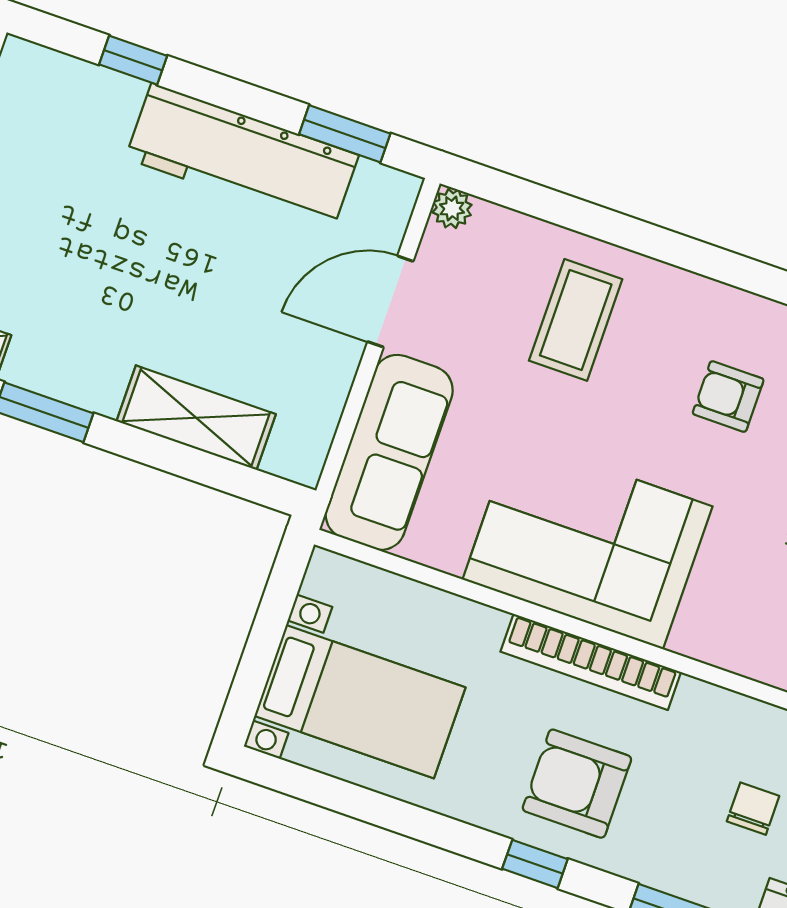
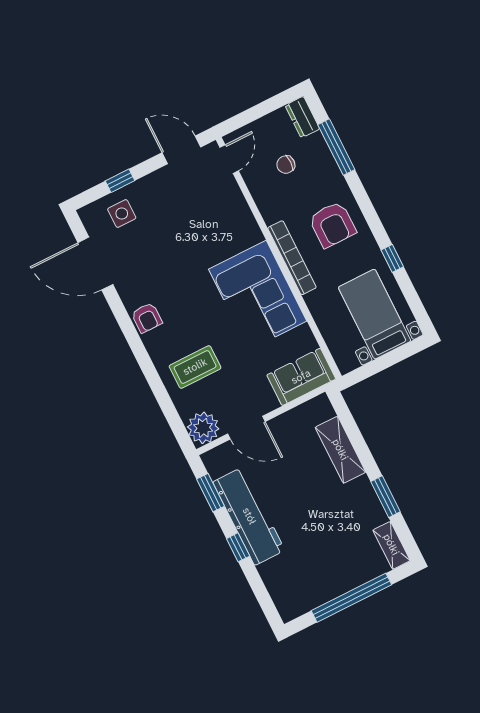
window: (133, 60) -> (238, 547), moved
plant: (452, 209) -> (203, 428), width x1.88, depth x1.88
armchair: (728, 396) -> (147, 318), moved
sofa: (389, 452) -> (301, 377), width x0.73
window: (535, 864) -> (392, 258), moved

